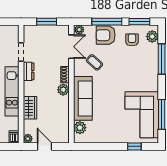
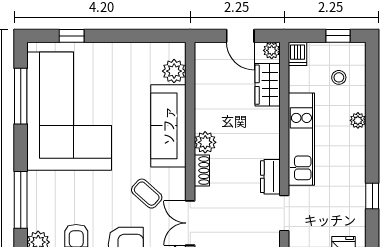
wardrobe: (30, 108) -> (268, 85), moved
corner sofa: (142, 115) -> (69, 111), width x1.36, depth x1.36

